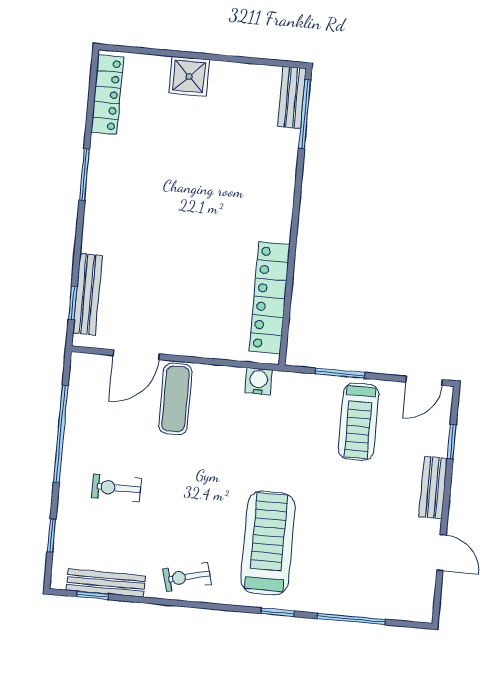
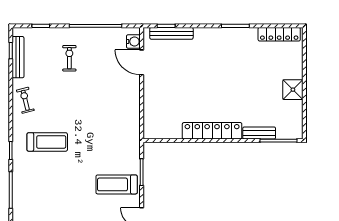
shower: (189, 76) -> (293, 90), moved
bench: (292, 97) -> (259, 133), moved
locker: (270, 298) -> (212, 131), moved
water cooler: (259, 381) -> (133, 41), moved
exercise mat: (175, 399) -> (120, 85), removed
treadmill: (268, 543) -> (47, 142), width x0.73, depth x0.73

